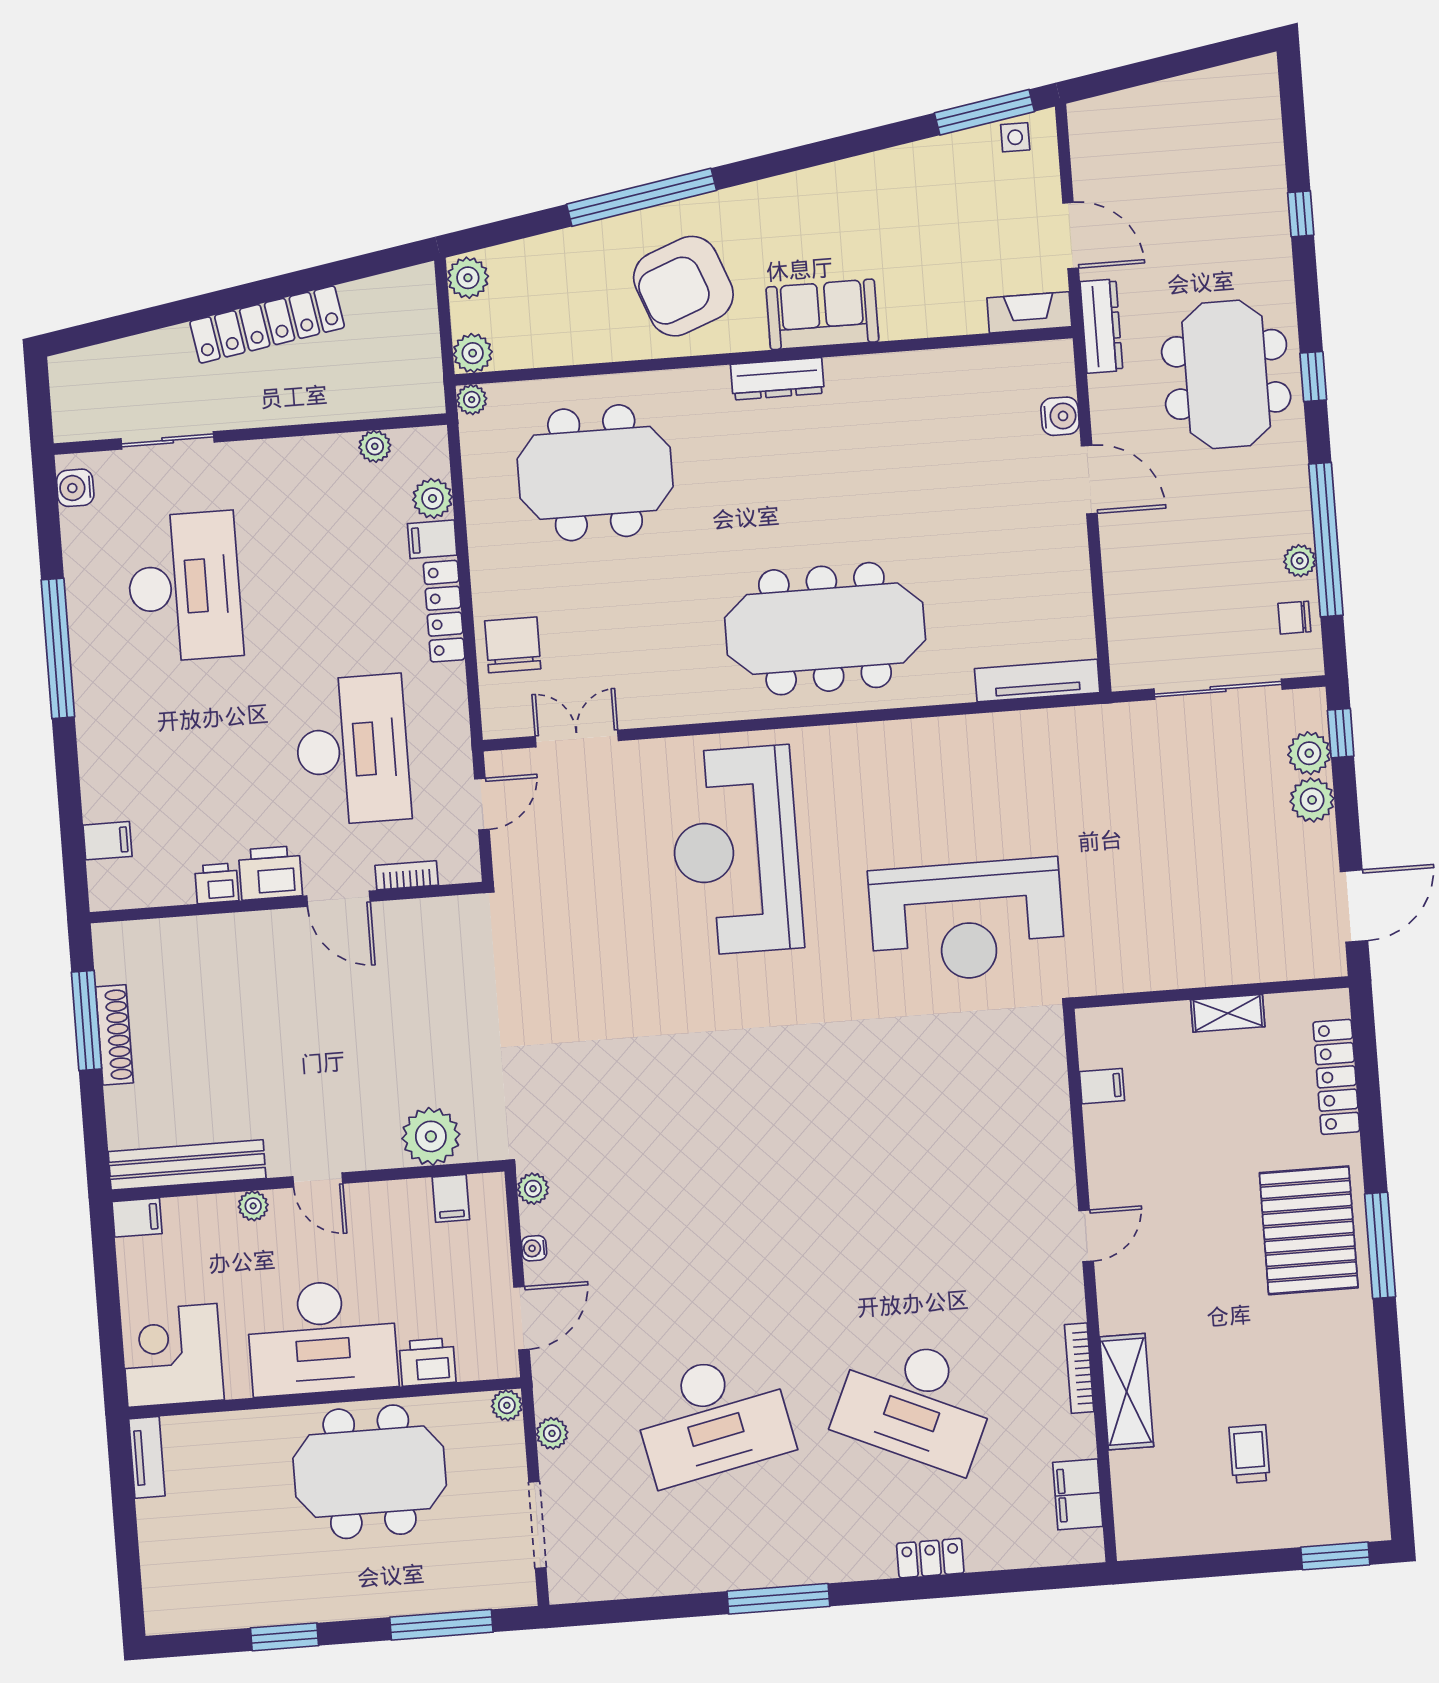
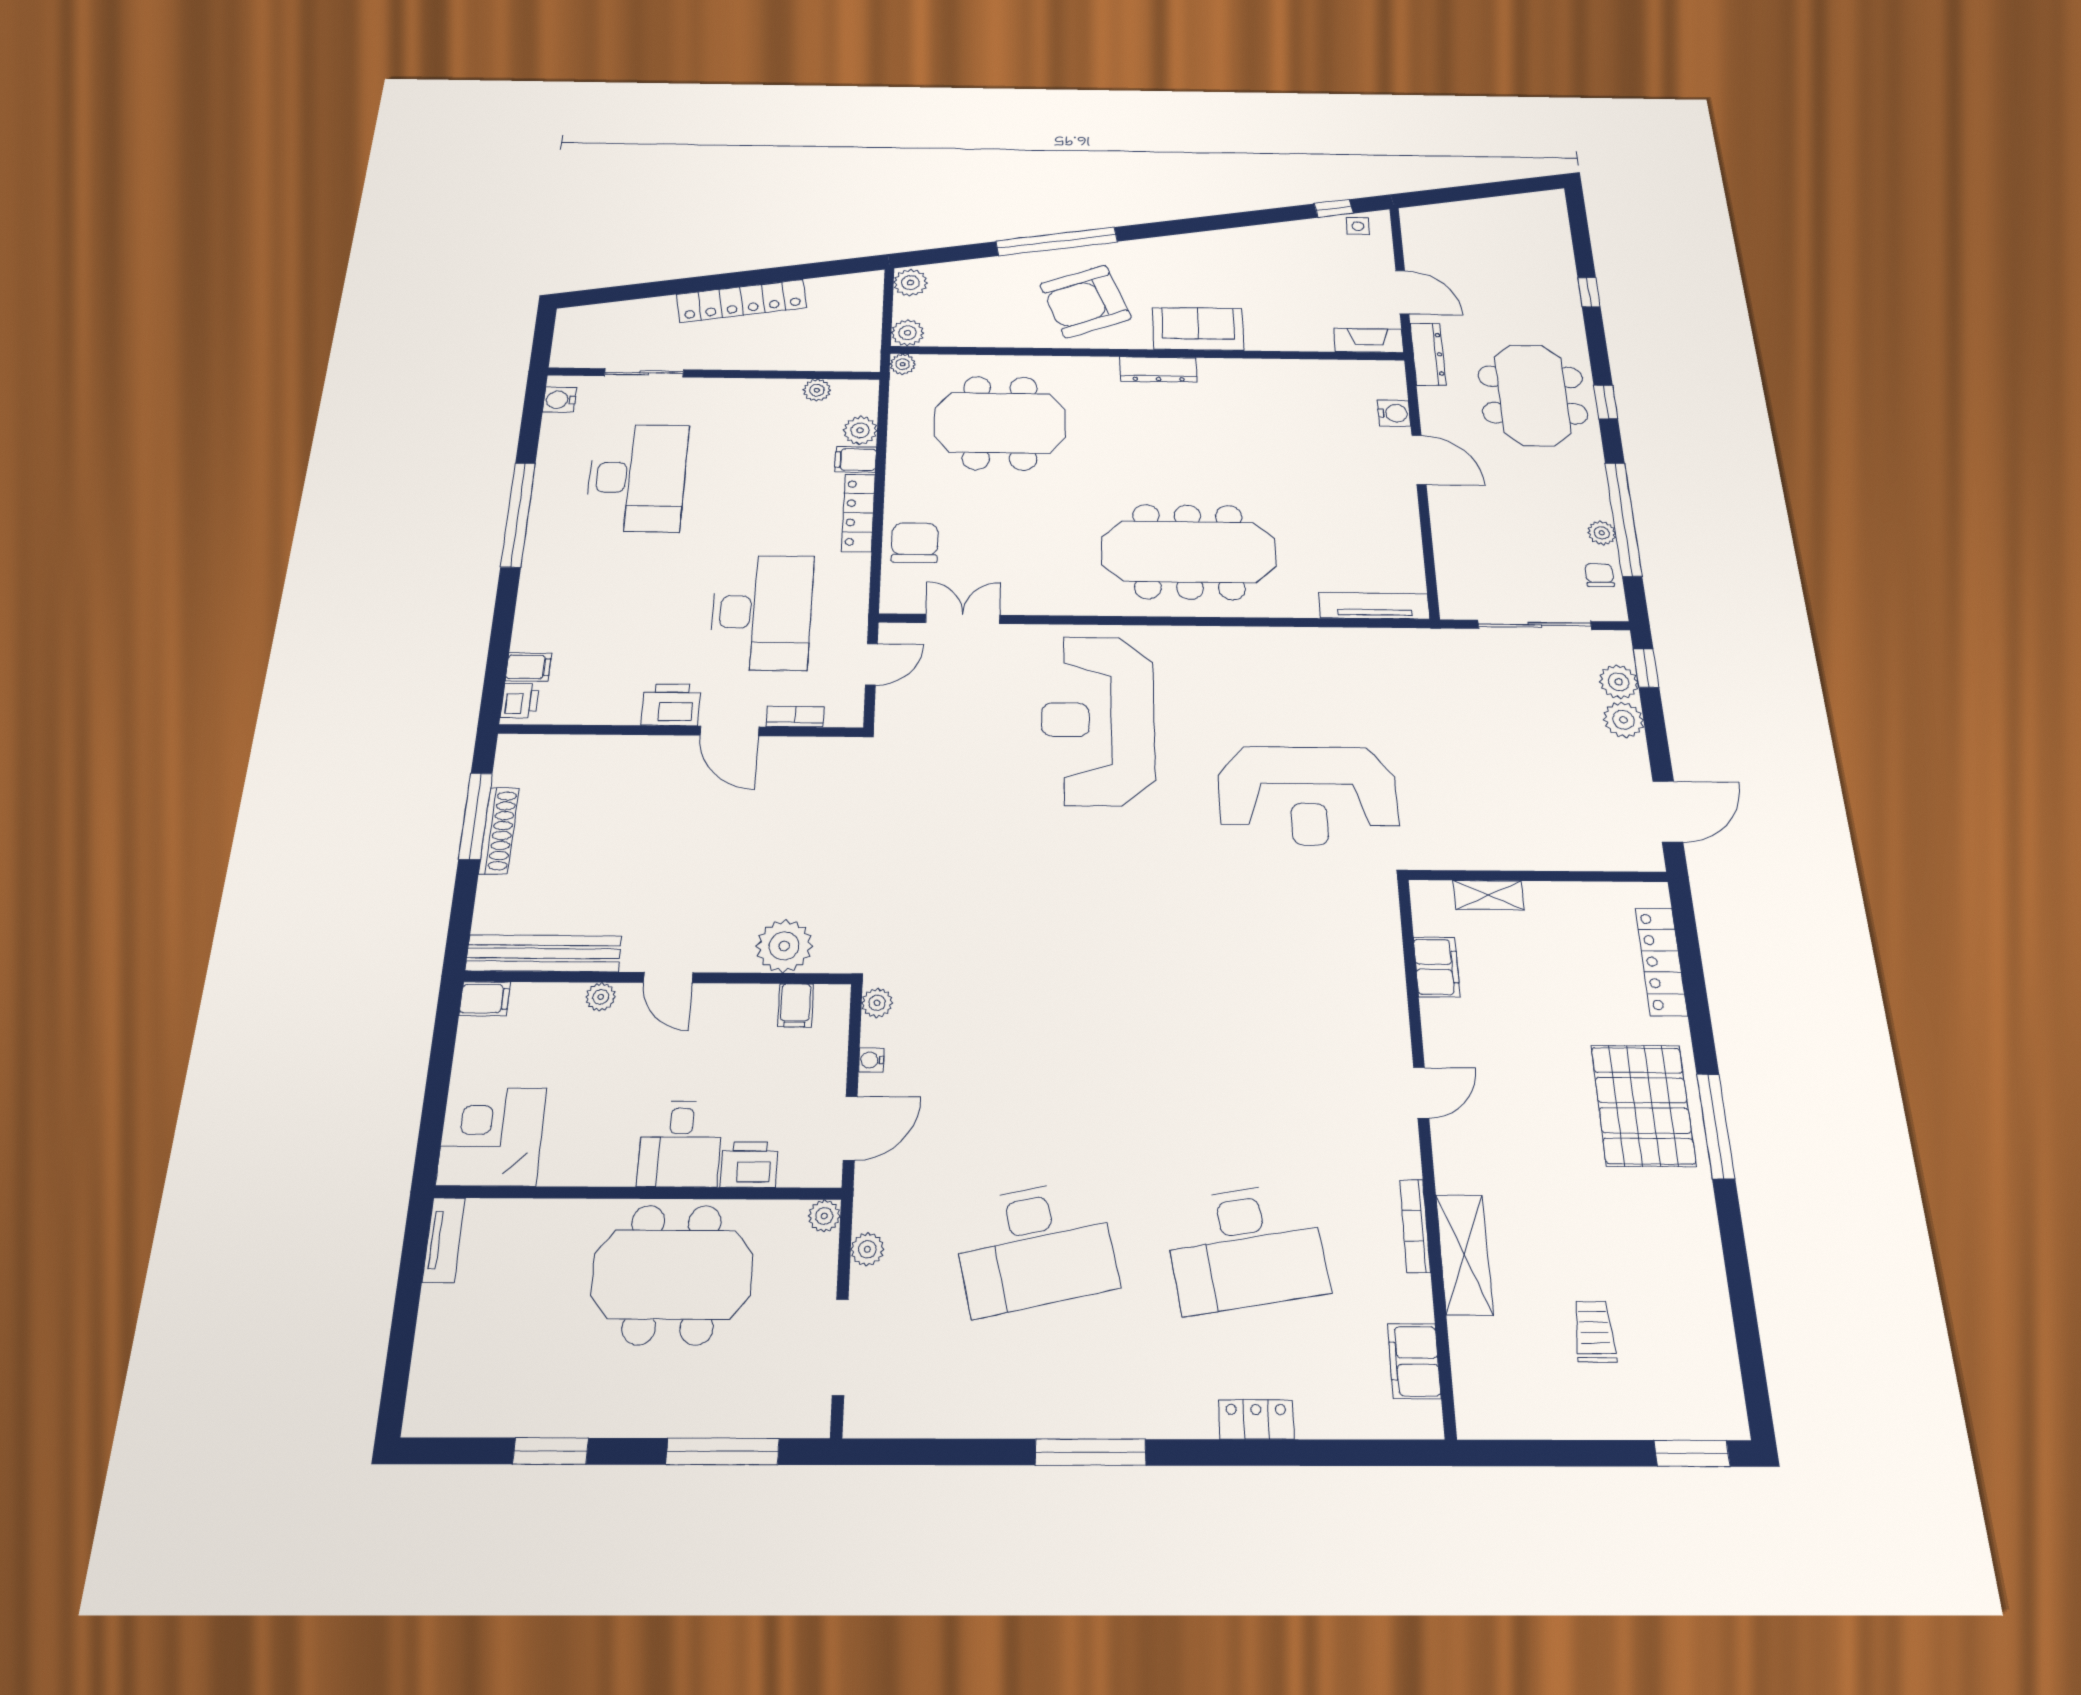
window: (984, 112) -> (1334, 209), width x0.46
chair: (1294, 618) -> (1599, 575), turned 90
printer: (217, 883) -> (520, 701), moved, turned 90
shelving: (1228, 1013) -> (1488, 895), moved
filing cabinet: (1102, 1086) -> (1437, 967), width x2.00
desk: (322, 1338) -> (680, 1144), width x0.53, depth x0.77
desk: (916, 1402) -> (1246, 1248), turned -33

